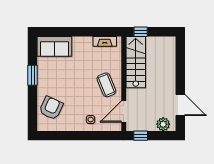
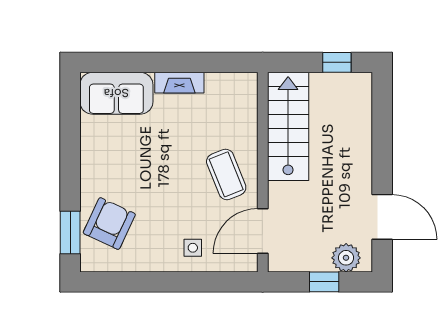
window: (141, 32) -> (337, 62), moved
fireplace: (105, 41) -> (179, 83), moved
window: (33, 75) -> (70, 232), moved
window: (141, 136) -> (324, 282), moved

